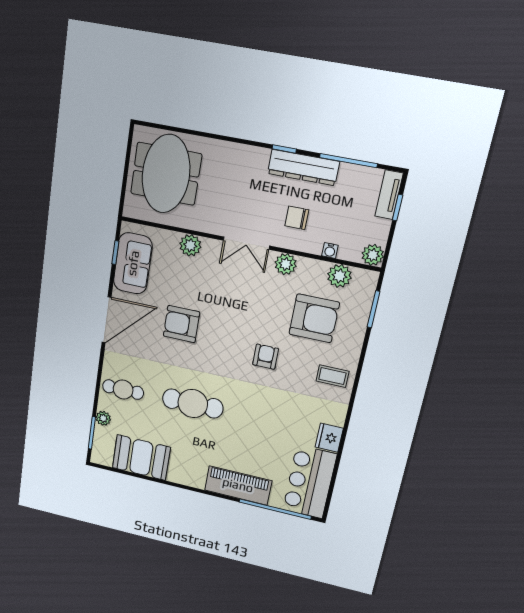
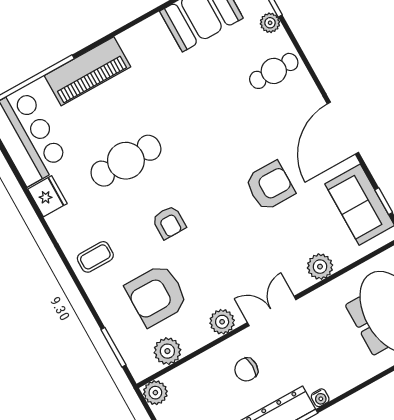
chair: (297, 218) -> (246, 370), turned 180
water cooler: (330, 251) -> (320, 398), moved, turned 180
cafe table: (193, 403) -> (126, 161), moved

